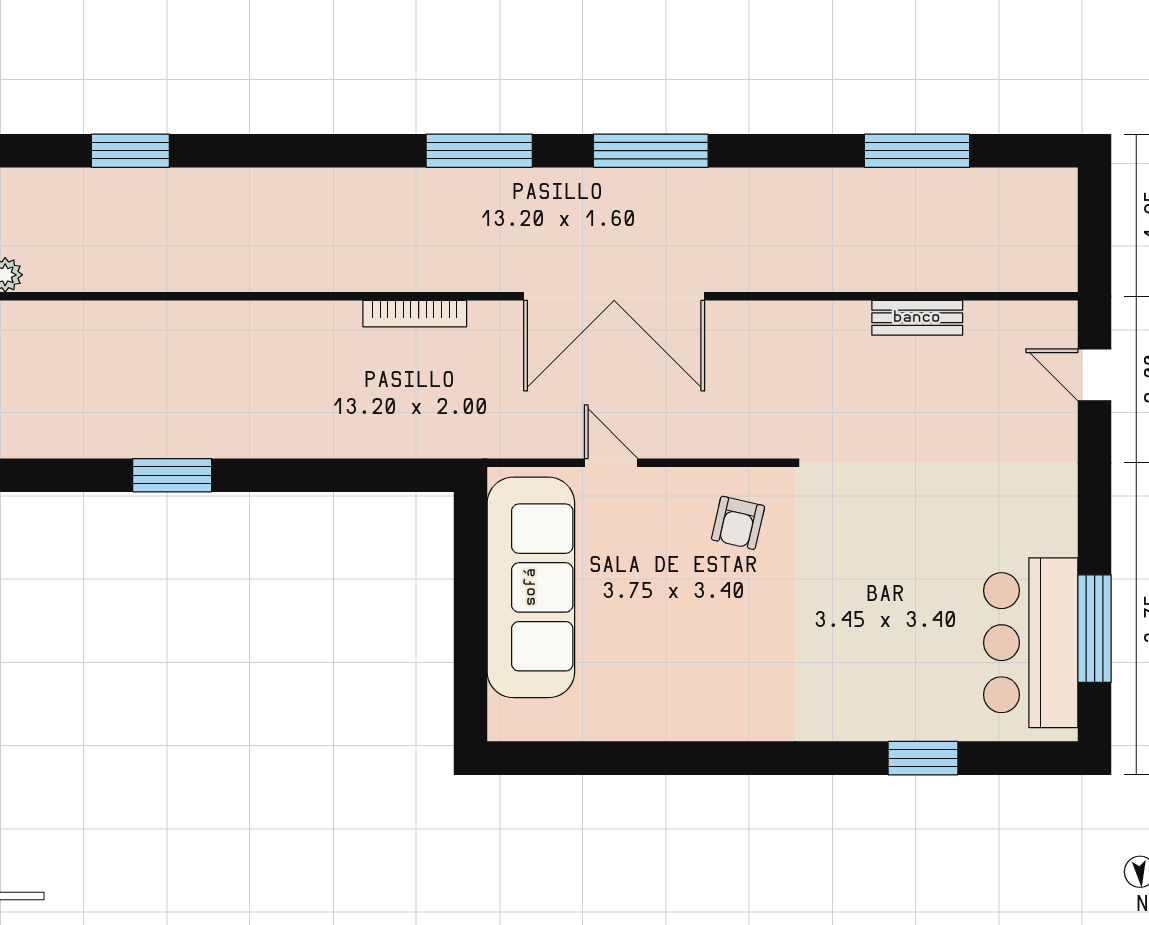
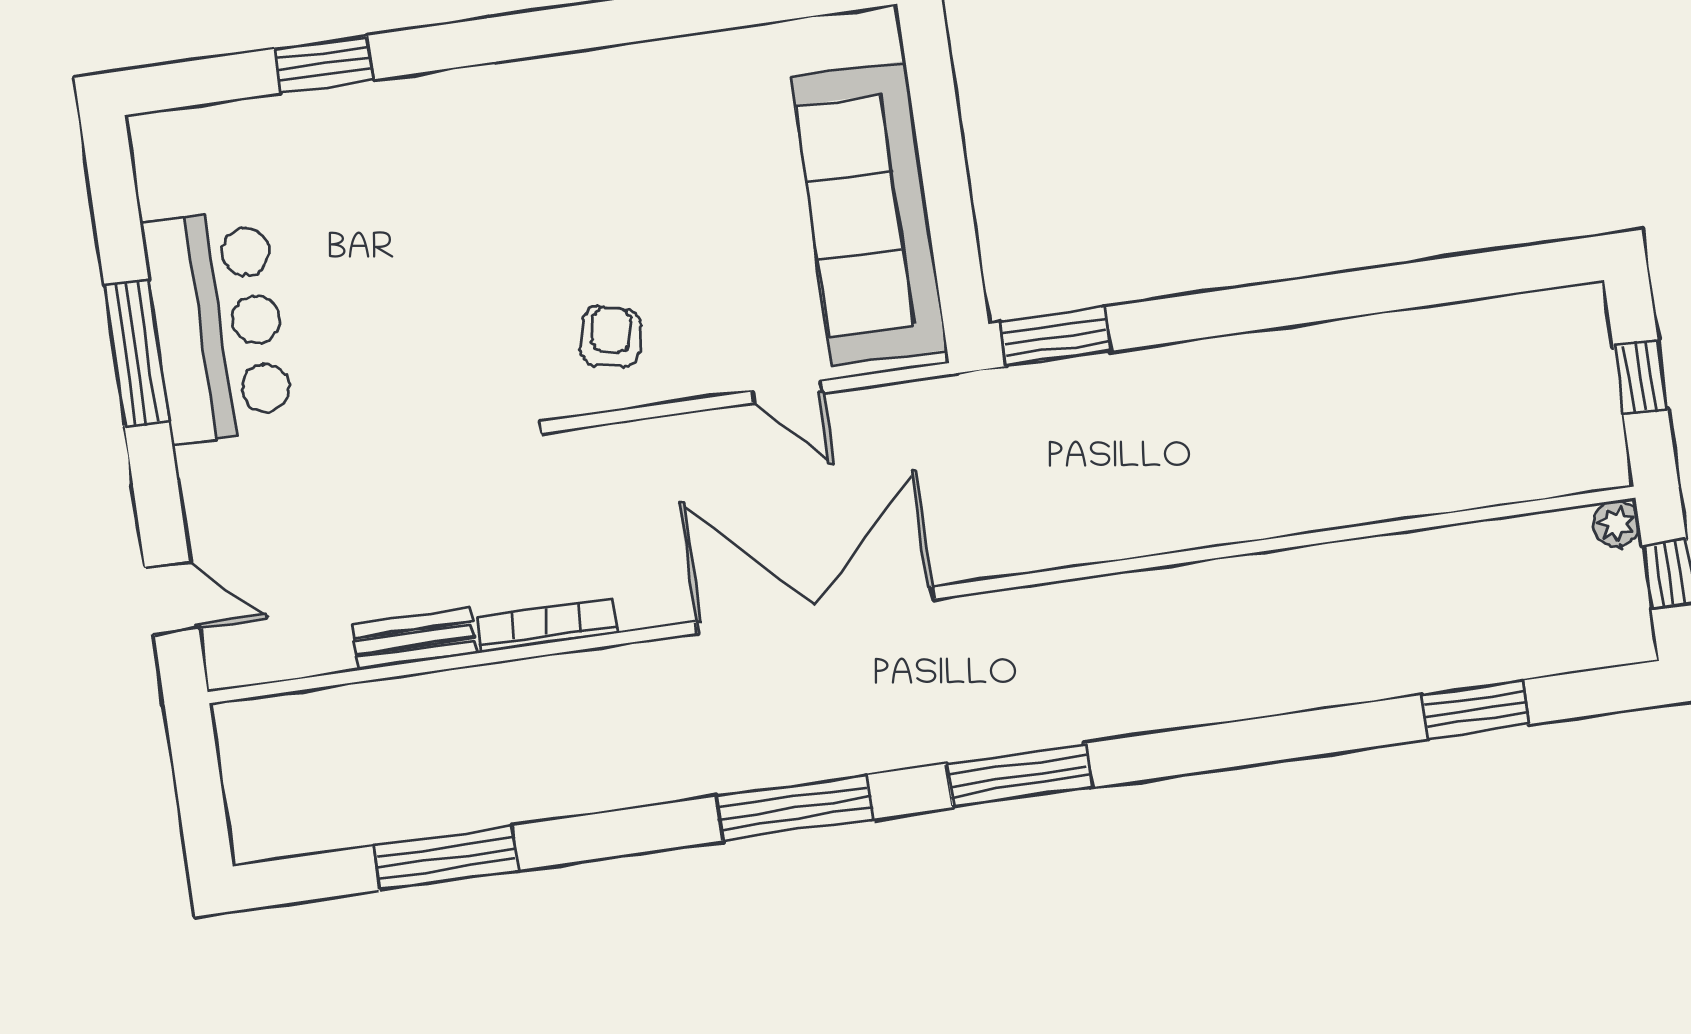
bookcase: (415, 314) -> (547, 626), moved
window: (172, 475) -> (1056, 337), moved
window: (1095, 629) -> (136, 353), moved
bar counter: (1031, 643) -> (218, 325), moved

